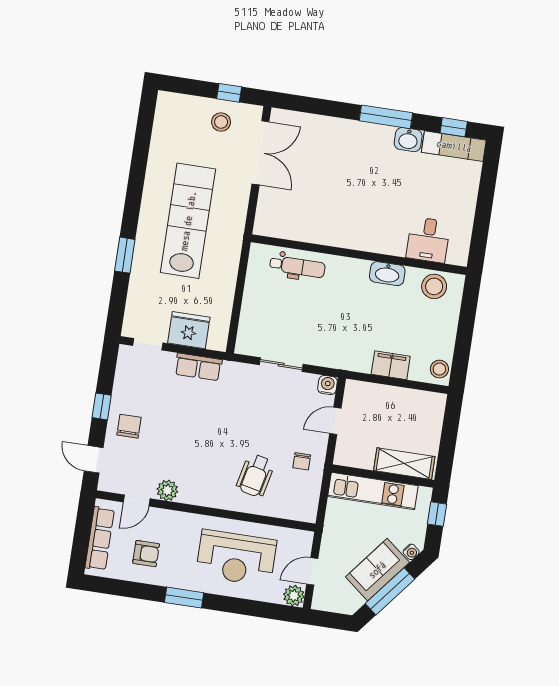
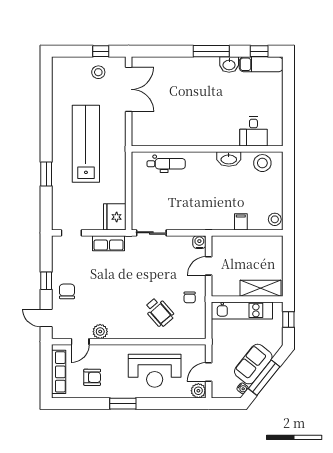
fridge: (189, 330) -> (115, 217), moved, turned -90
sliding door: (281, 365) -> (151, 233), moved
filing cabinet: (391, 365) -> (241, 222), width x0.50
wheelchair: (255, 475) -> (159, 312), turned -54
water cooler: (411, 552) -> (243, 388), moved

